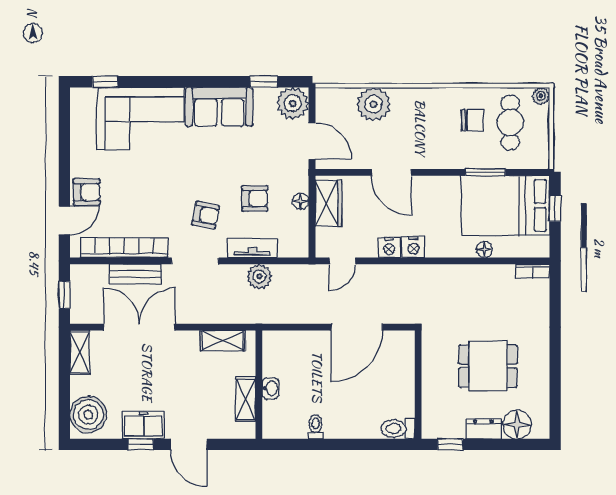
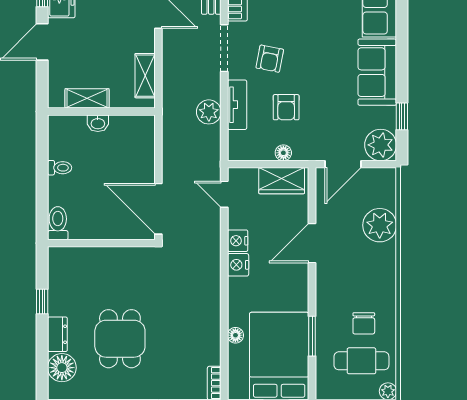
wall: (418, 385) -> (101, 243), moved
toilet: (398, 429) -> (58, 223), moved

